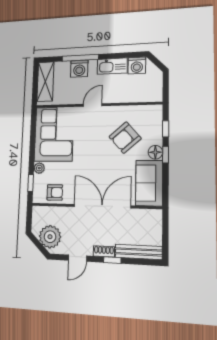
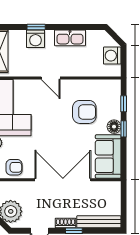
window: (80, 58) -> (36, 27), width x0.46
washing machine: (137, 65) -> (112, 56), moved, turned 90
door: (93, 105) -> (51, 78), swing flipped
armchair: (125, 138) -> (84, 112), turned -139

